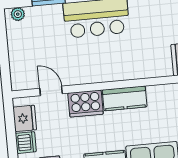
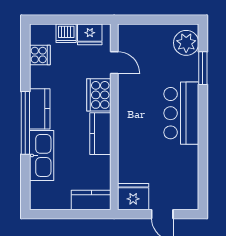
plant: (18, 14) -> (186, 43), width x1.88, depth x1.88
door: (51, 91) -> (114, 63), hinge flipped

